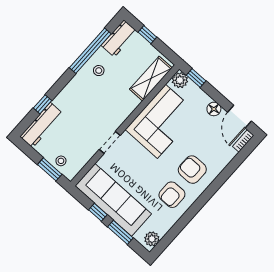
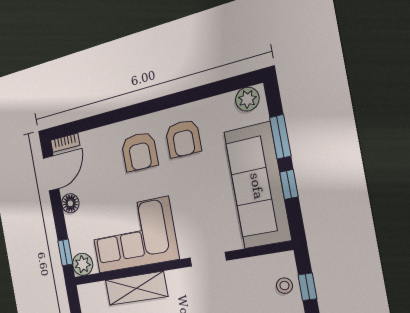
shelving: (151, 79) -> (136, 288), moved
window: (50, 169) -> (307, 287), width x0.67
armchair: (172, 195) -> (183, 139), turned 90

